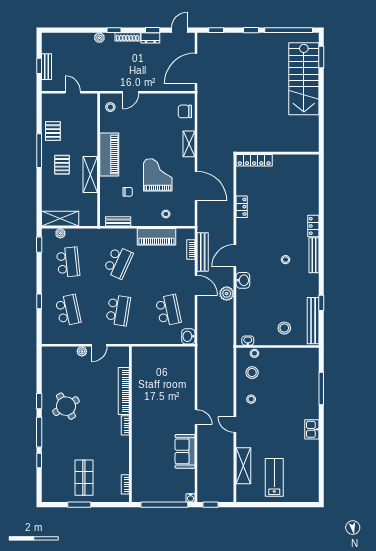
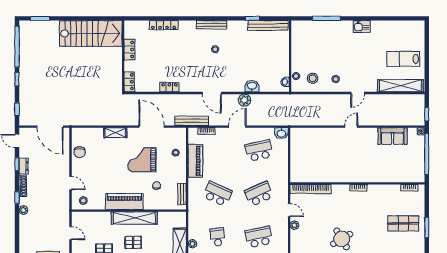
stairs: (304, 79) -> (91, 33), moved
door: (73, 92) -> (71, 233), swing flipped
chair: (185, 111) -> (80, 152), moved
locker: (254, 160) -> (129, 82), width x0.66
locker: (285, 160) -> (129, 49), added
shelving: (90, 174) -> (134, 218), width x1.47
door: (196, 186) -> (152, 127), hinge flipped
locker: (313, 226) -> (164, 25), moved, width x1.53
bench: (203, 252) -> (192, 121), moved
school desk: (68, 262) -> (217, 237), width x0.54
washbasin: (243, 280) -> (252, 86), moved
school desk: (118, 310) -> (259, 194), turned -33
stool: (284, 328) -> (274, 50), removed
bookcase: (124, 391) -> (311, 189), moved
sofa: (185, 451) -> (392, 136), moved
shelving: (243, 466) -> (400, 86), width x1.47

